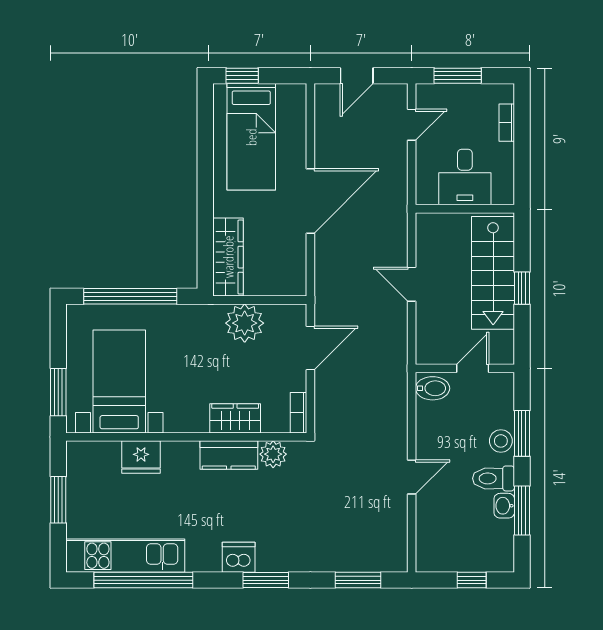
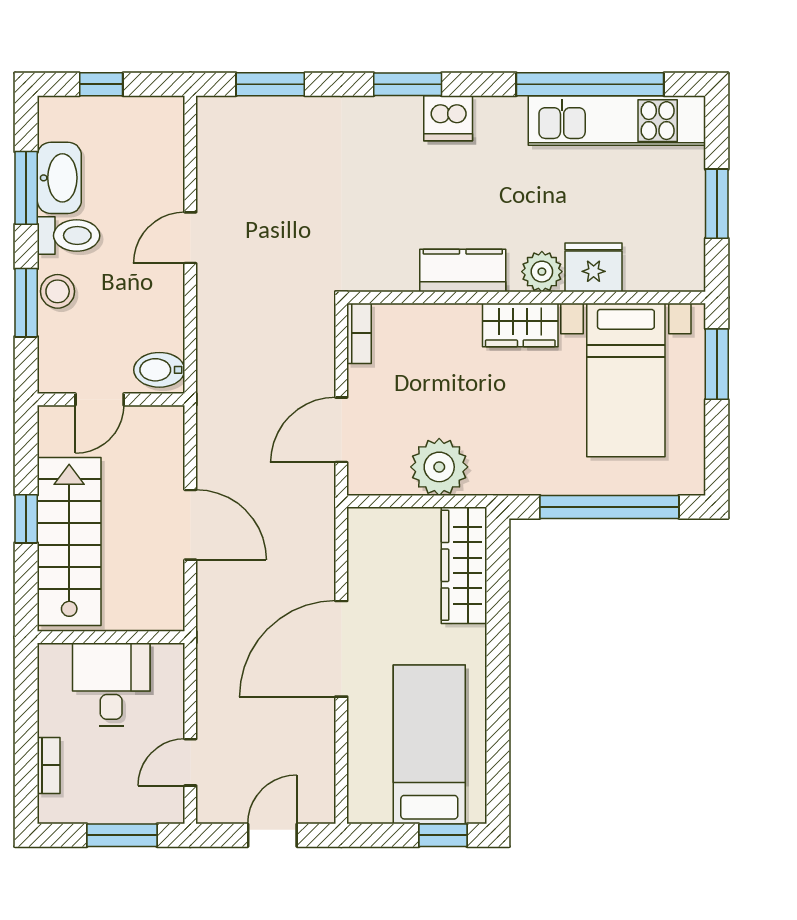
door: (412, 284) -> (190, 525), width x1.38
wardrobe: (235, 418) -> (520, 325), moved
plant: (273, 454) -> (542, 272), moved
washbasin: (504, 506) -> (59, 178), width x1.91, depth x1.45

